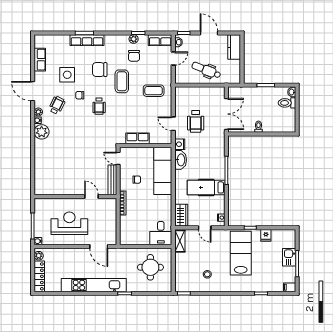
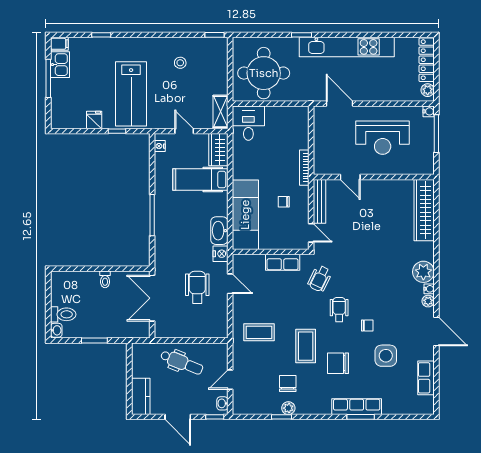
row of seats: (160, 40) -> (249, 406), removed
chair: (100, 70) -> (338, 363), turned 180
wheelchair: (57, 105) -> (320, 279), moved
wardrobe: (41, 174) -> (424, 210), added
hospital bed: (206, 187) -> (200, 180), moved, turned 180
kitchen sink: (289, 257) -> (60, 65), moved
round table: (150, 267) -> (264, 73), width x1.36, depth x1.36

